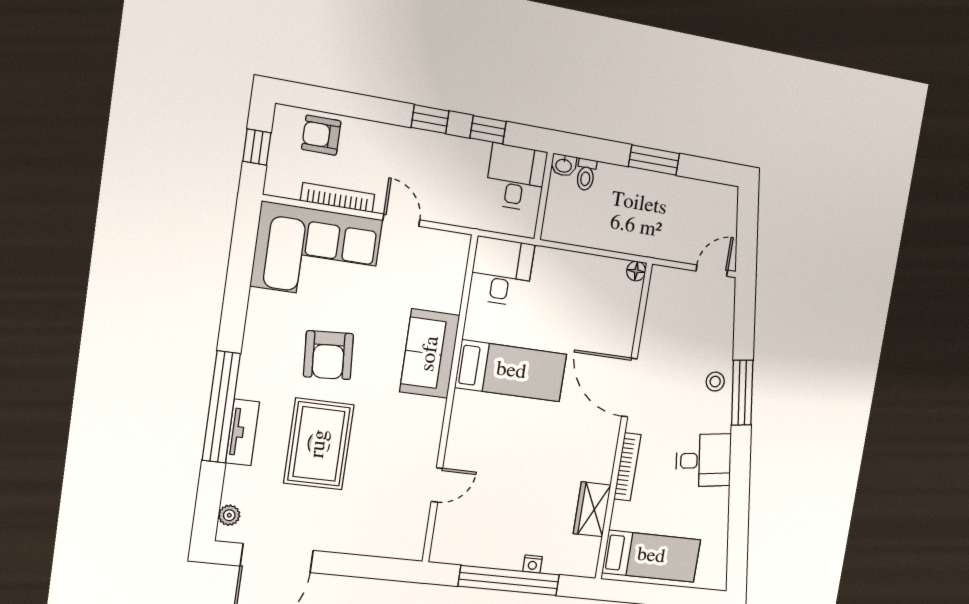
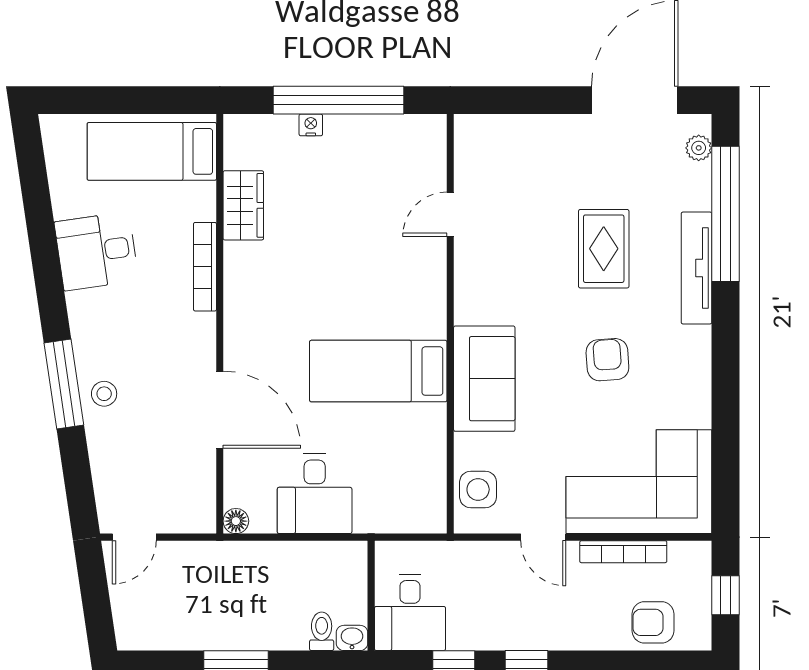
armchair: (321, 135) -> (653, 622), turned 180
side table: (448, 267) -> (478, 489), added
desk: (502, 272) -> (315, 494), moved
armchair: (328, 355) -> (607, 360), width x0.72, depth x0.72
door: (629, 388) -> (220, 410), moved
window: (221, 407) -> (725, 214), moved
tv unit: (243, 432) -> (697, 268), width x1.41
rug: (319, 444) -> (604, 249), width x0.73, depth x0.70
desk: (704, 460) -> (97, 251), moved

